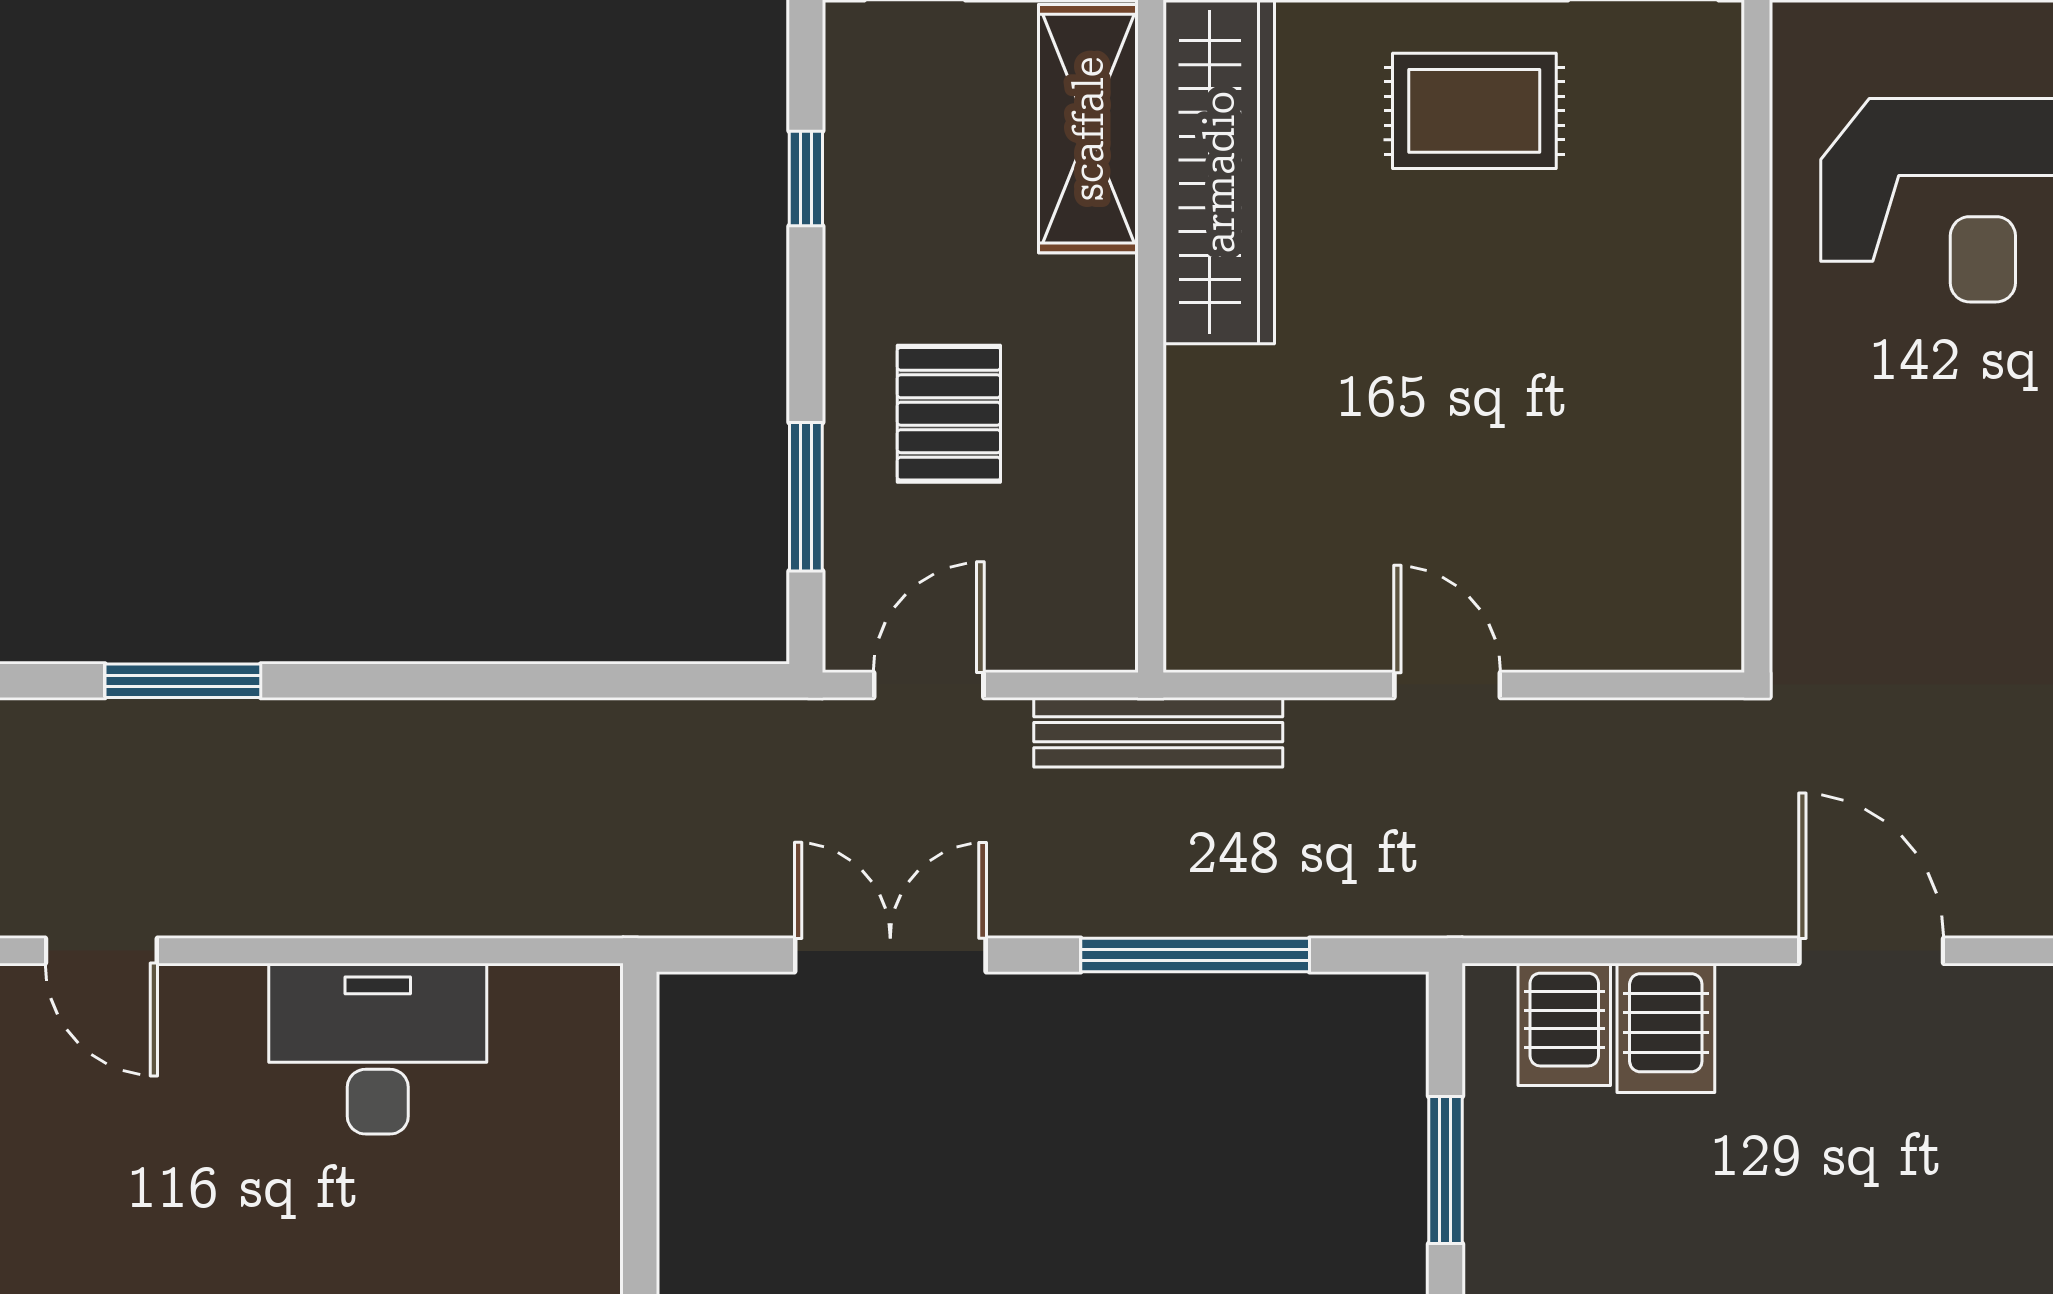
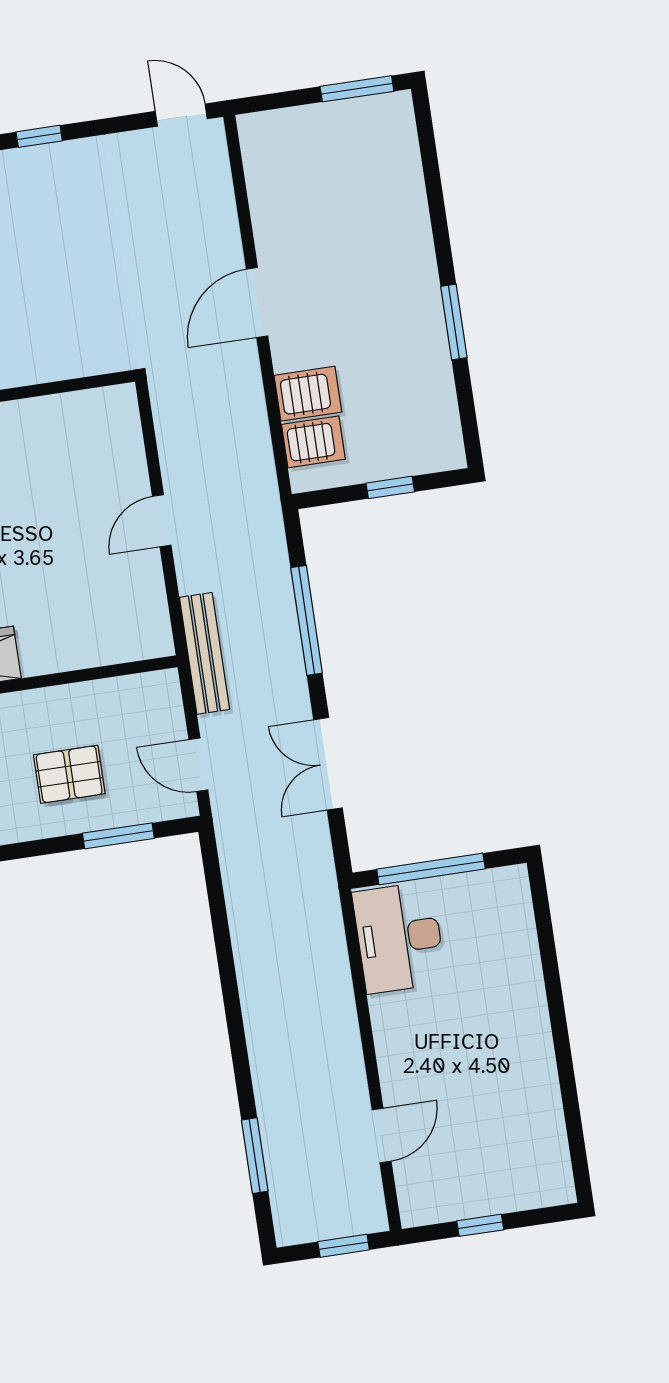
window: (183, 681) -> (255, 1156), moved
desk: (378, 1049) -> (399, 938), moved
window: (640, 1136) -> (431, 869), added
window: (1445, 1170) -> (390, 487), width x0.67

